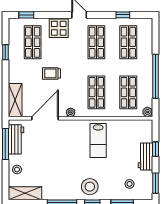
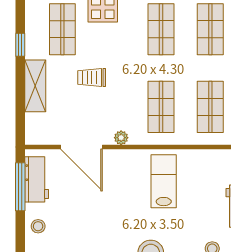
shelving: (15, 100) -> (35, 86), moved
door: (45, 118) -> (81, 147), swing flipped
lab bench: (98, 140) -> (164, 181), turned 180

